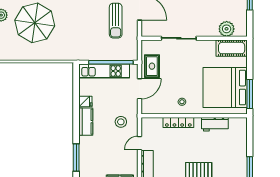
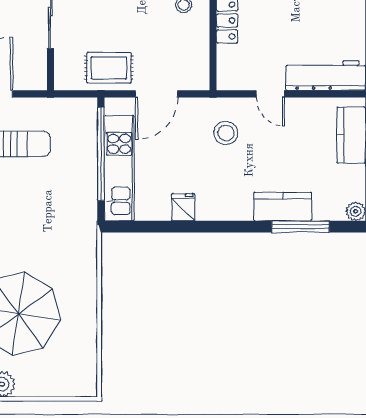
door: (139, 89) -> (156, 94), swing flipped
kitchen counter: (86, 122) -> (283, 207), moved

